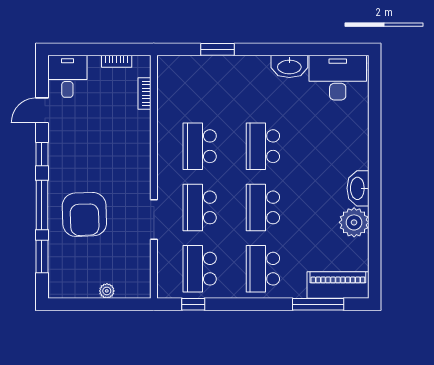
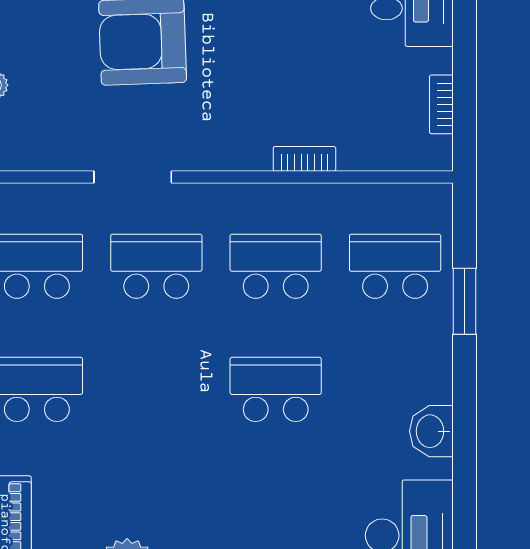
washbasin: (289, 66) -> (431, 431), width x0.72
bookcase: (145, 94) -> (304, 159), moved
school desk: (263, 207) -> (395, 266), moved

